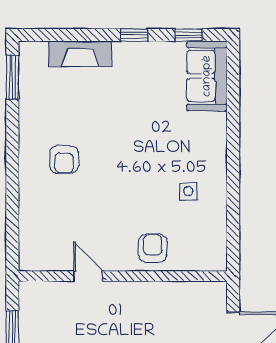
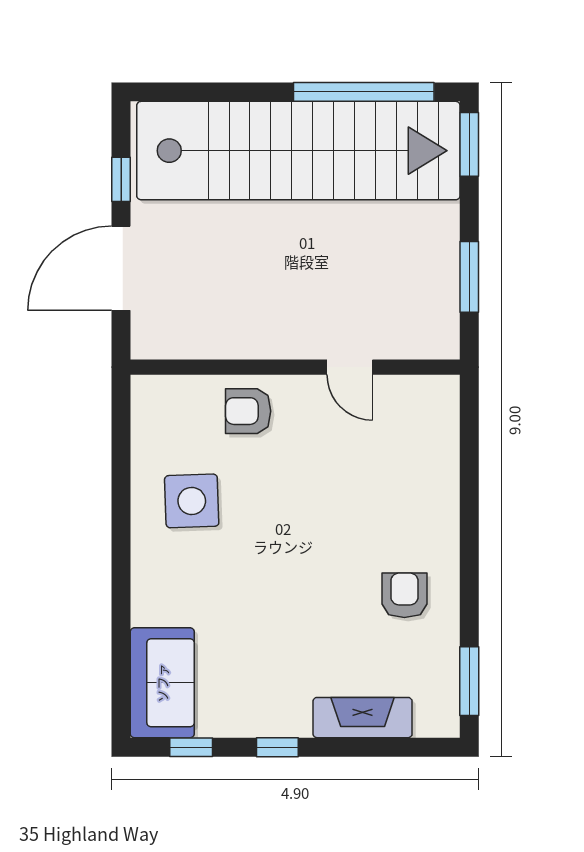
armchair: (64, 160) -> (404, 595), moved
side table: (188, 191) -> (192, 501), width x1.87, depth x1.87
armchair: (153, 248) -> (248, 411), turned 90

